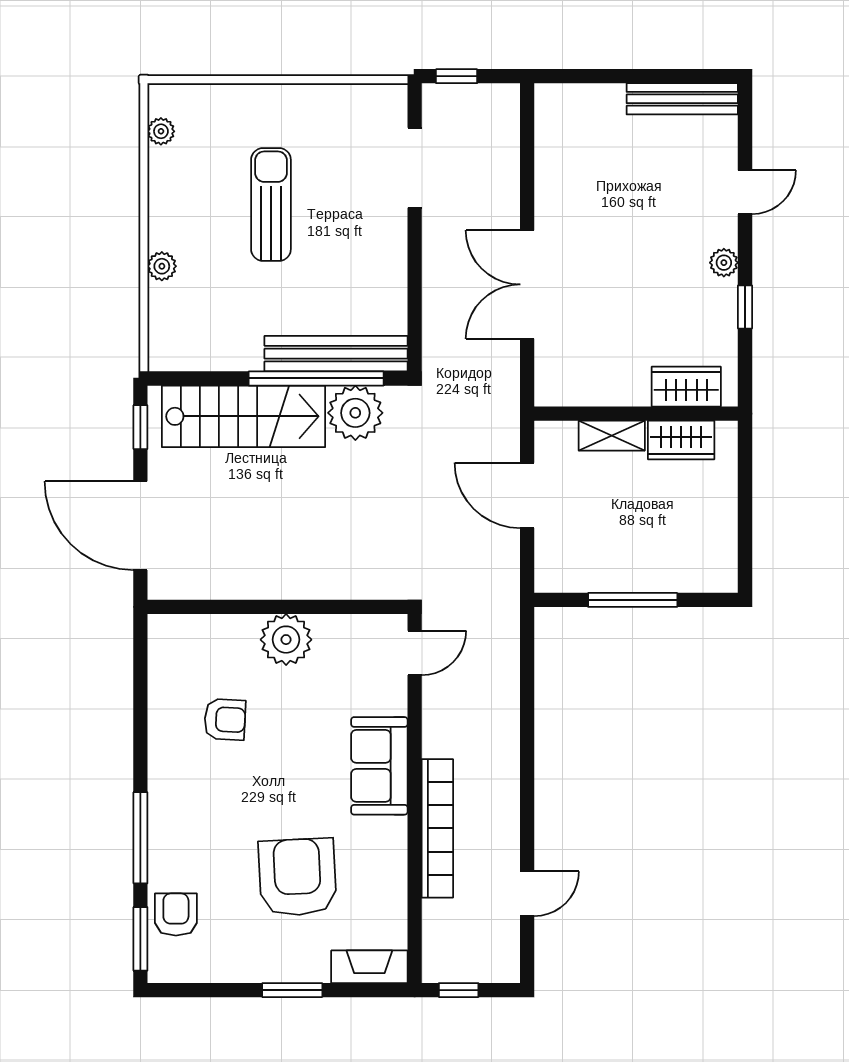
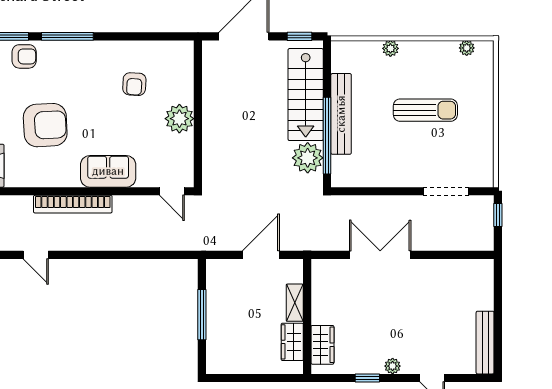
bench: (336, 354) -> (341, 114), moved

